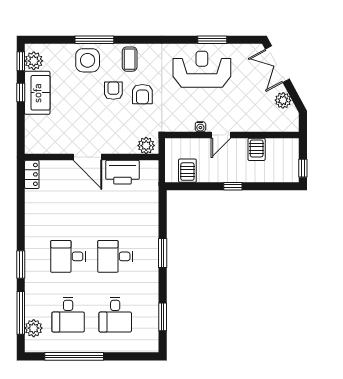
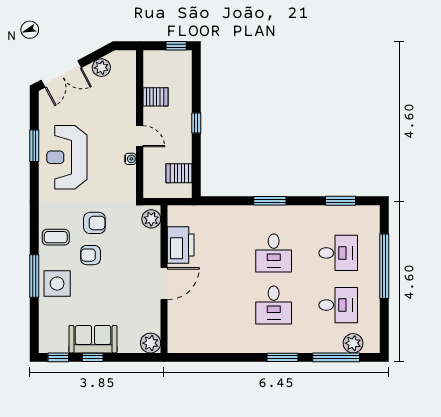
plant: (34, 61) -> (151, 343), moved
locker: (32, 174) -> (183, 345), removed
window: (74, 356) -> (384, 266), moved

